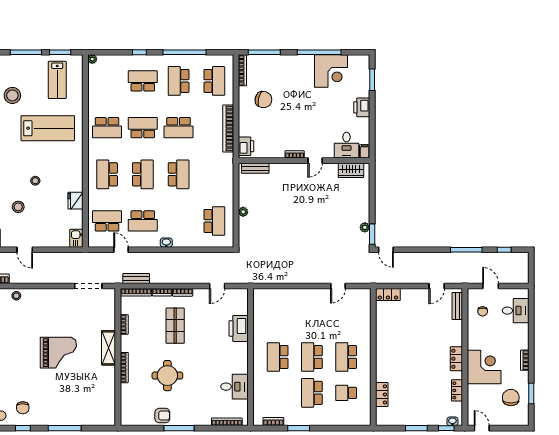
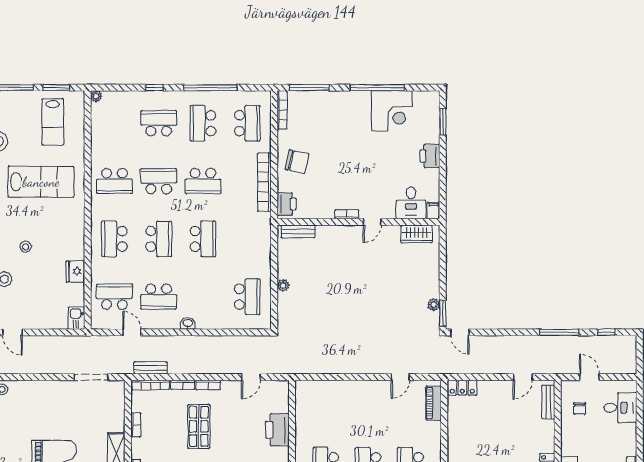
chair: (263, 100) -> (297, 162), moved
piano: (365, 307) -> (434, 403), added

